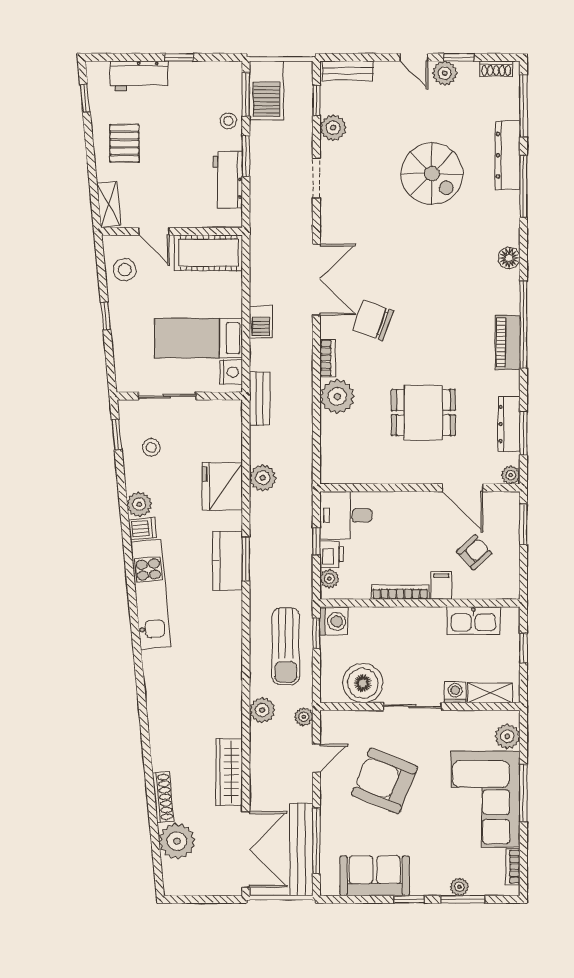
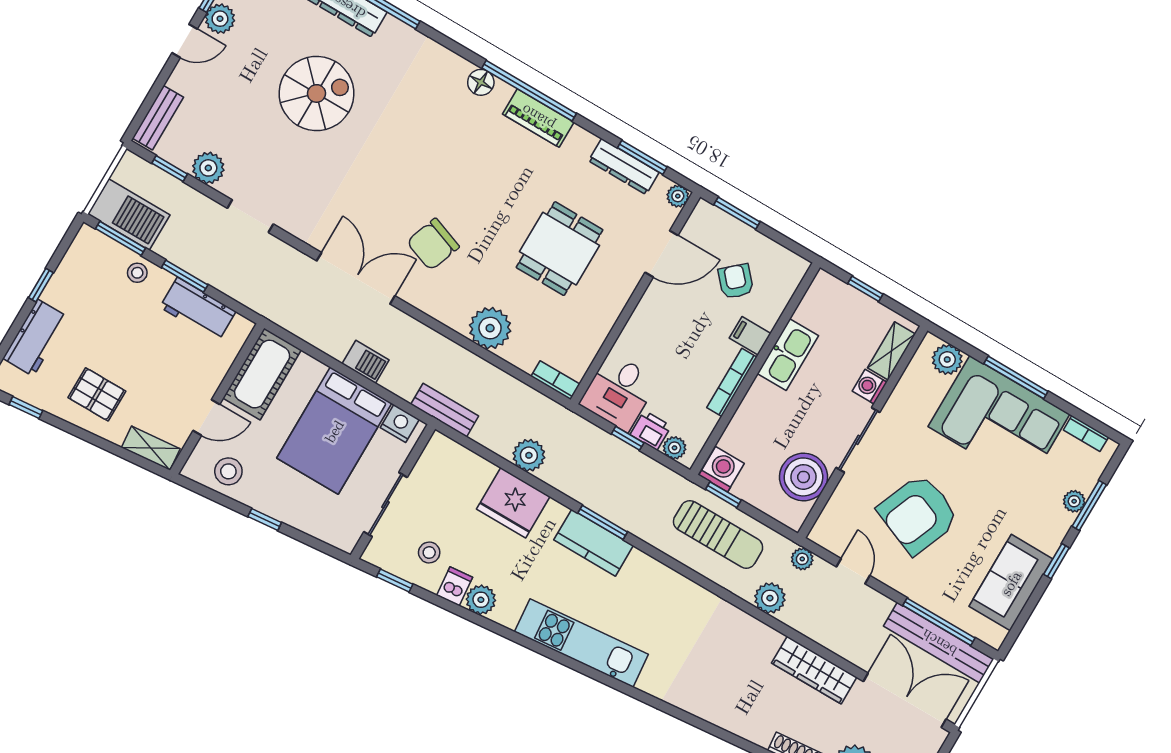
floor lamp: (509, 258) -> (481, 82), moved
bed: (198, 338) -> (334, 431), width x1.50
bookcase: (328, 358) -> (555, 380), moved
dishwasher: (142, 529) -> (455, 586), moved
kitchen sink: (473, 620) -> (788, 355), moved

